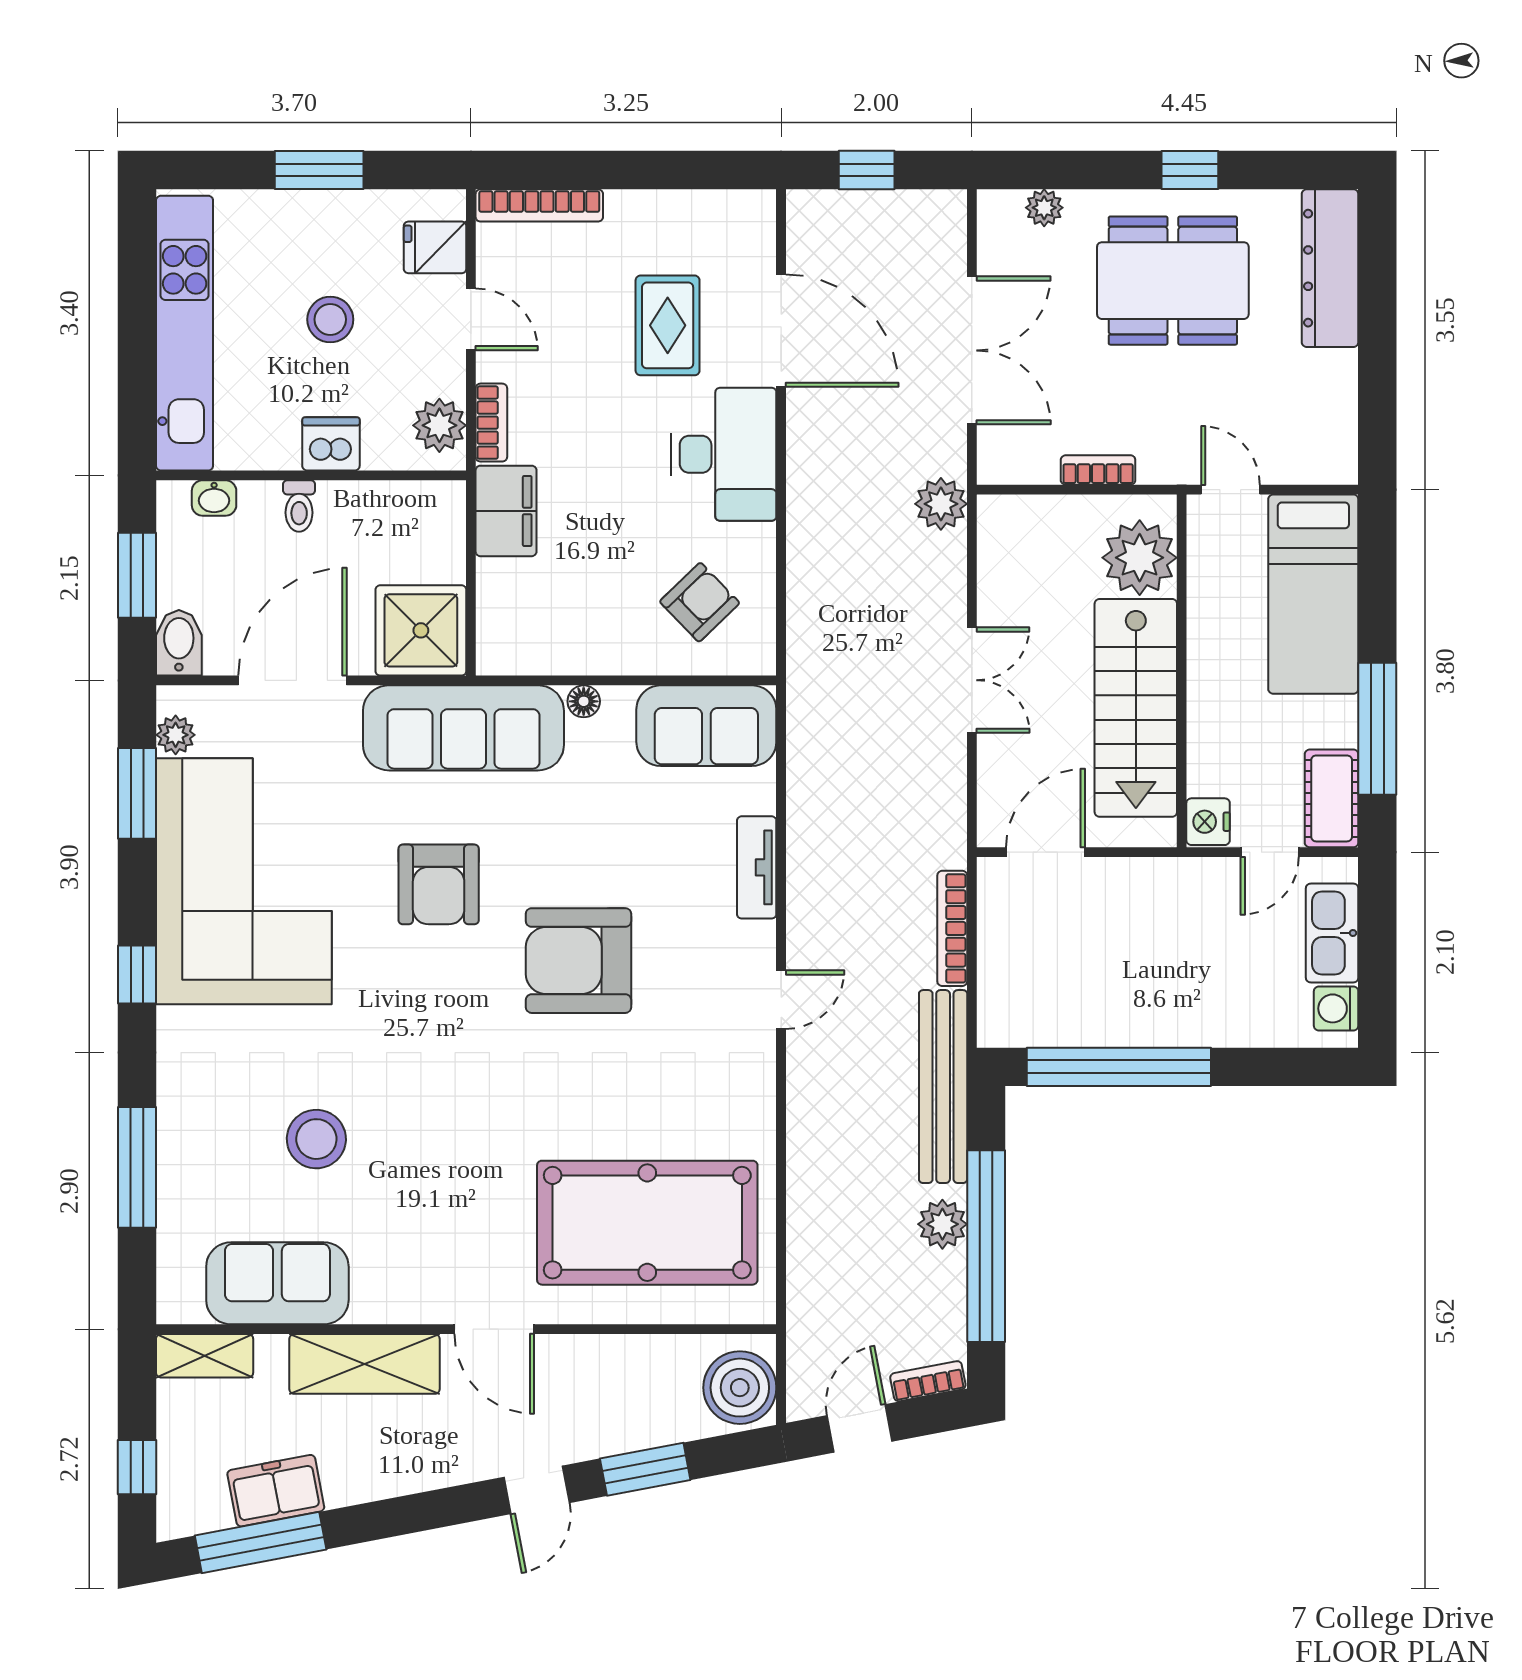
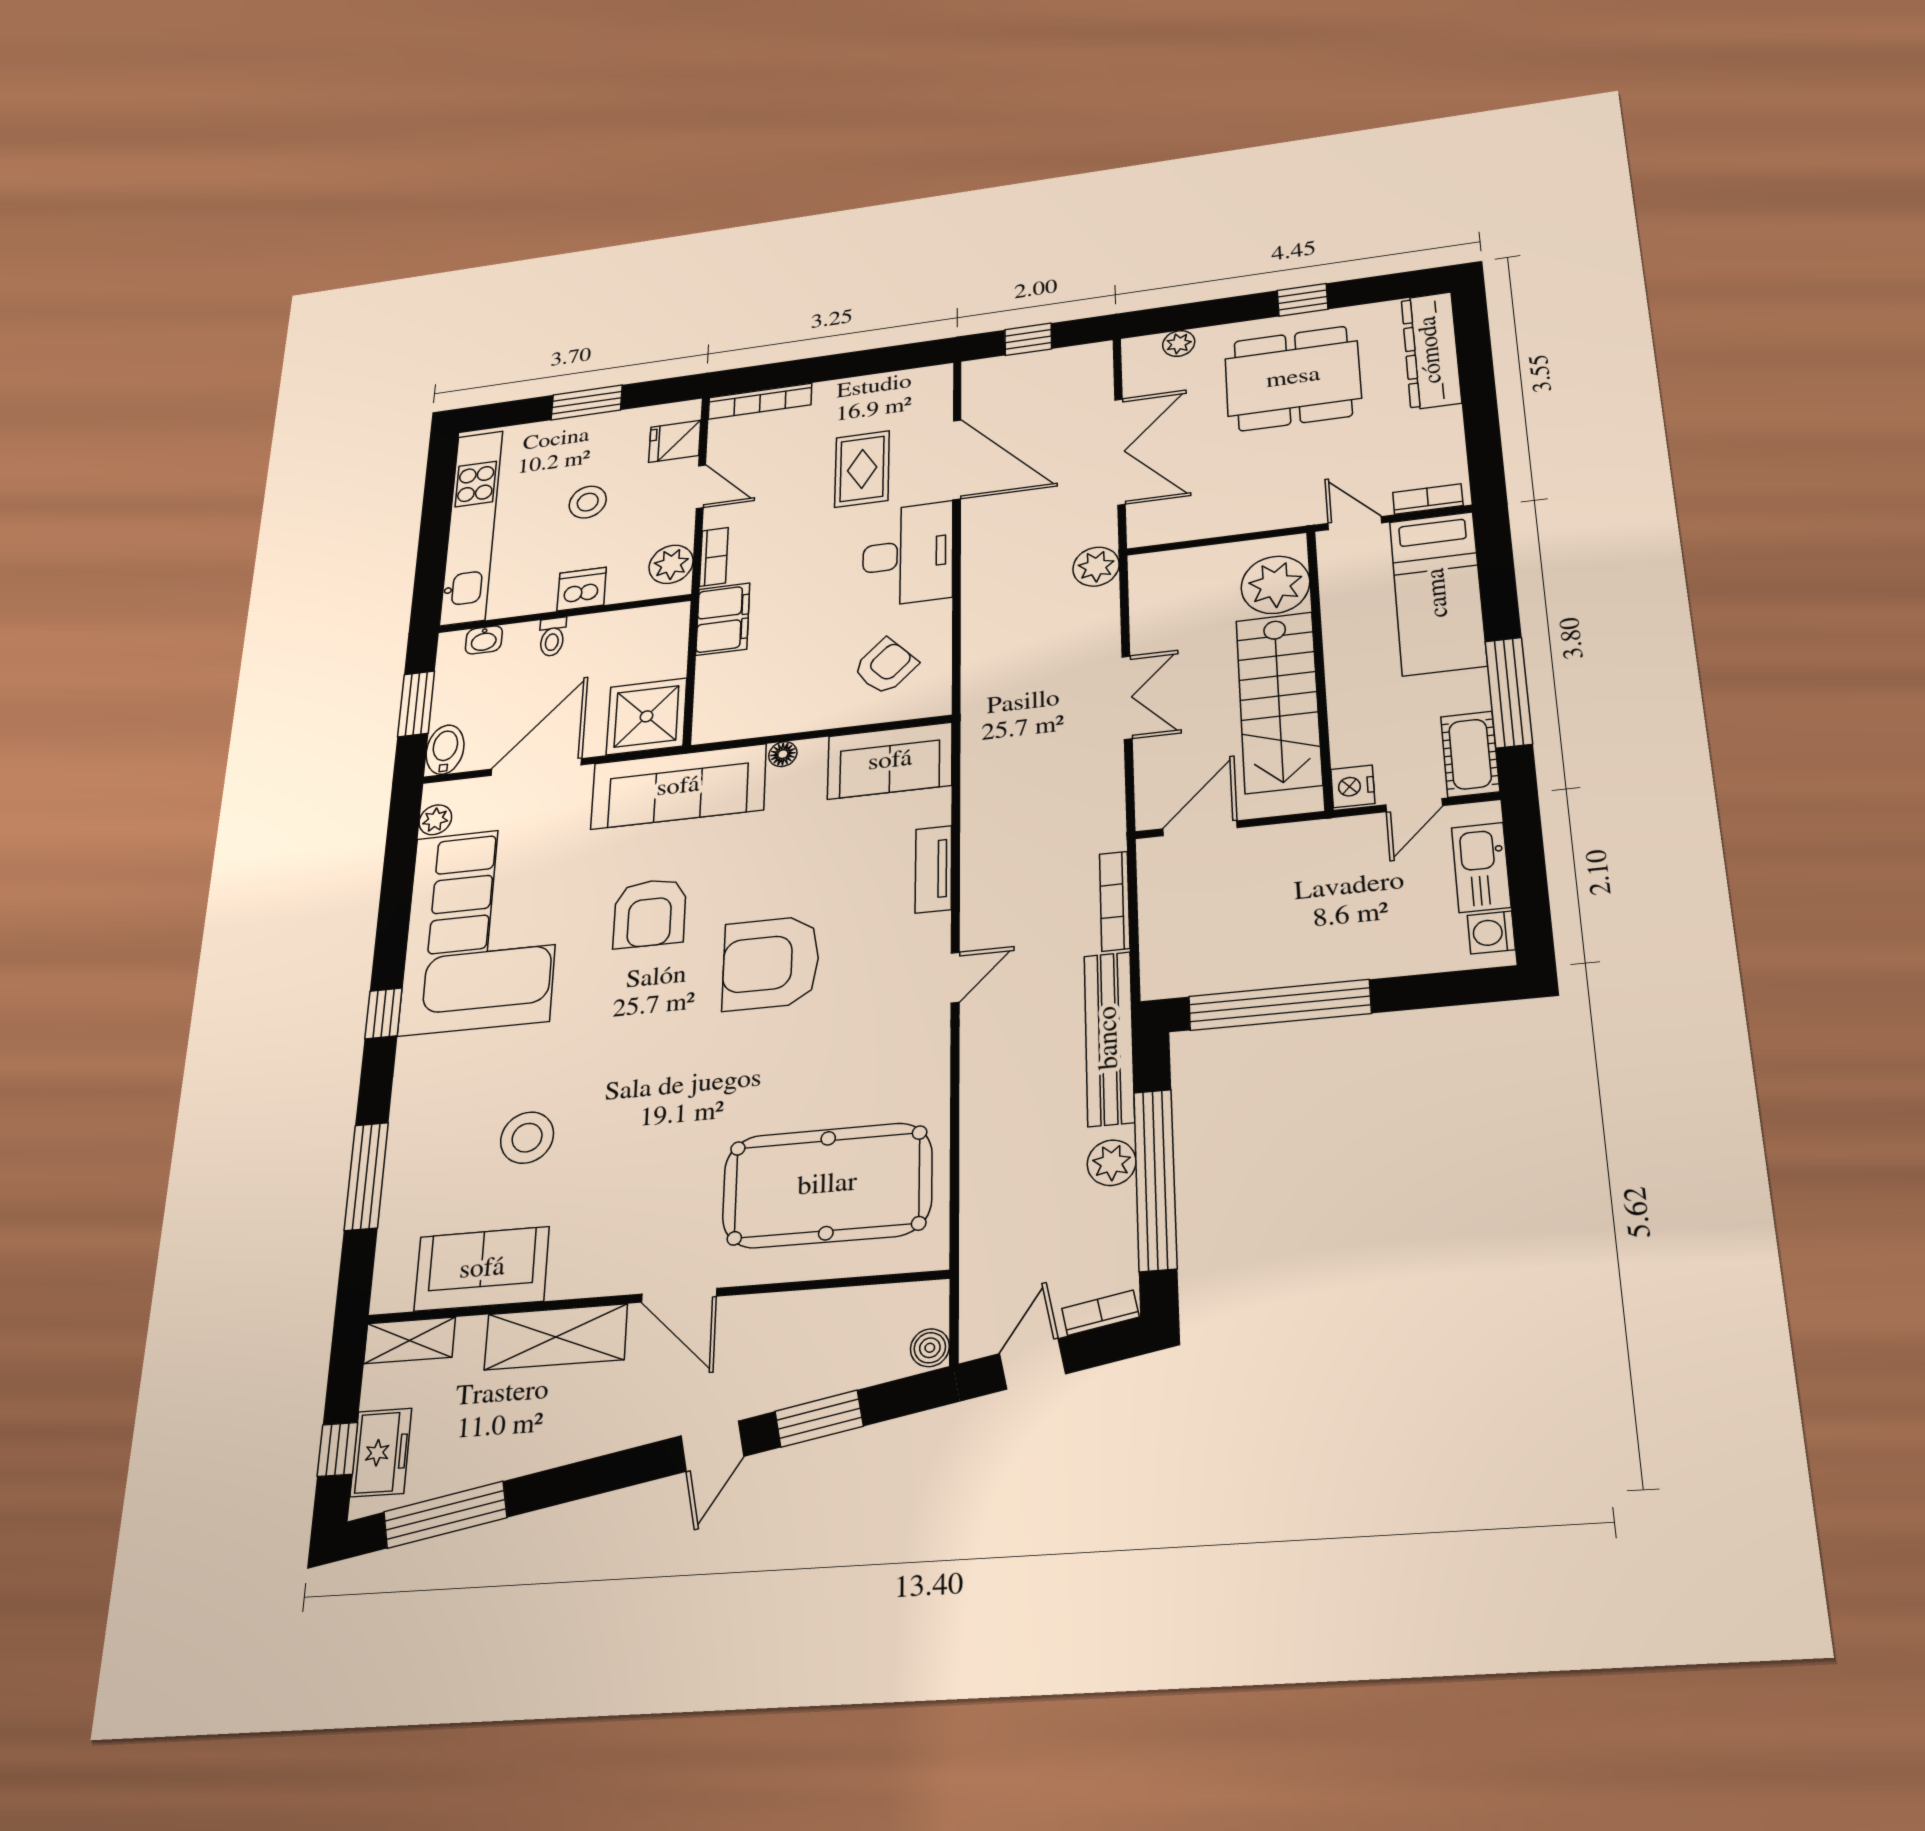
bookcase: (1098, 470) -> (1428, 499), moved
window: (137, 793) -> (399, 869), removed
boiler: (740, 1388) -> (930, 1348), width x0.54, depth x0.54
freezer: (276, 1491) -> (381, 1452), moved, turned 101

